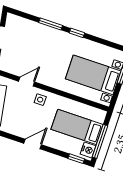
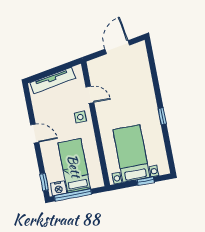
window: (51, 24) -> (156, 87), removed

